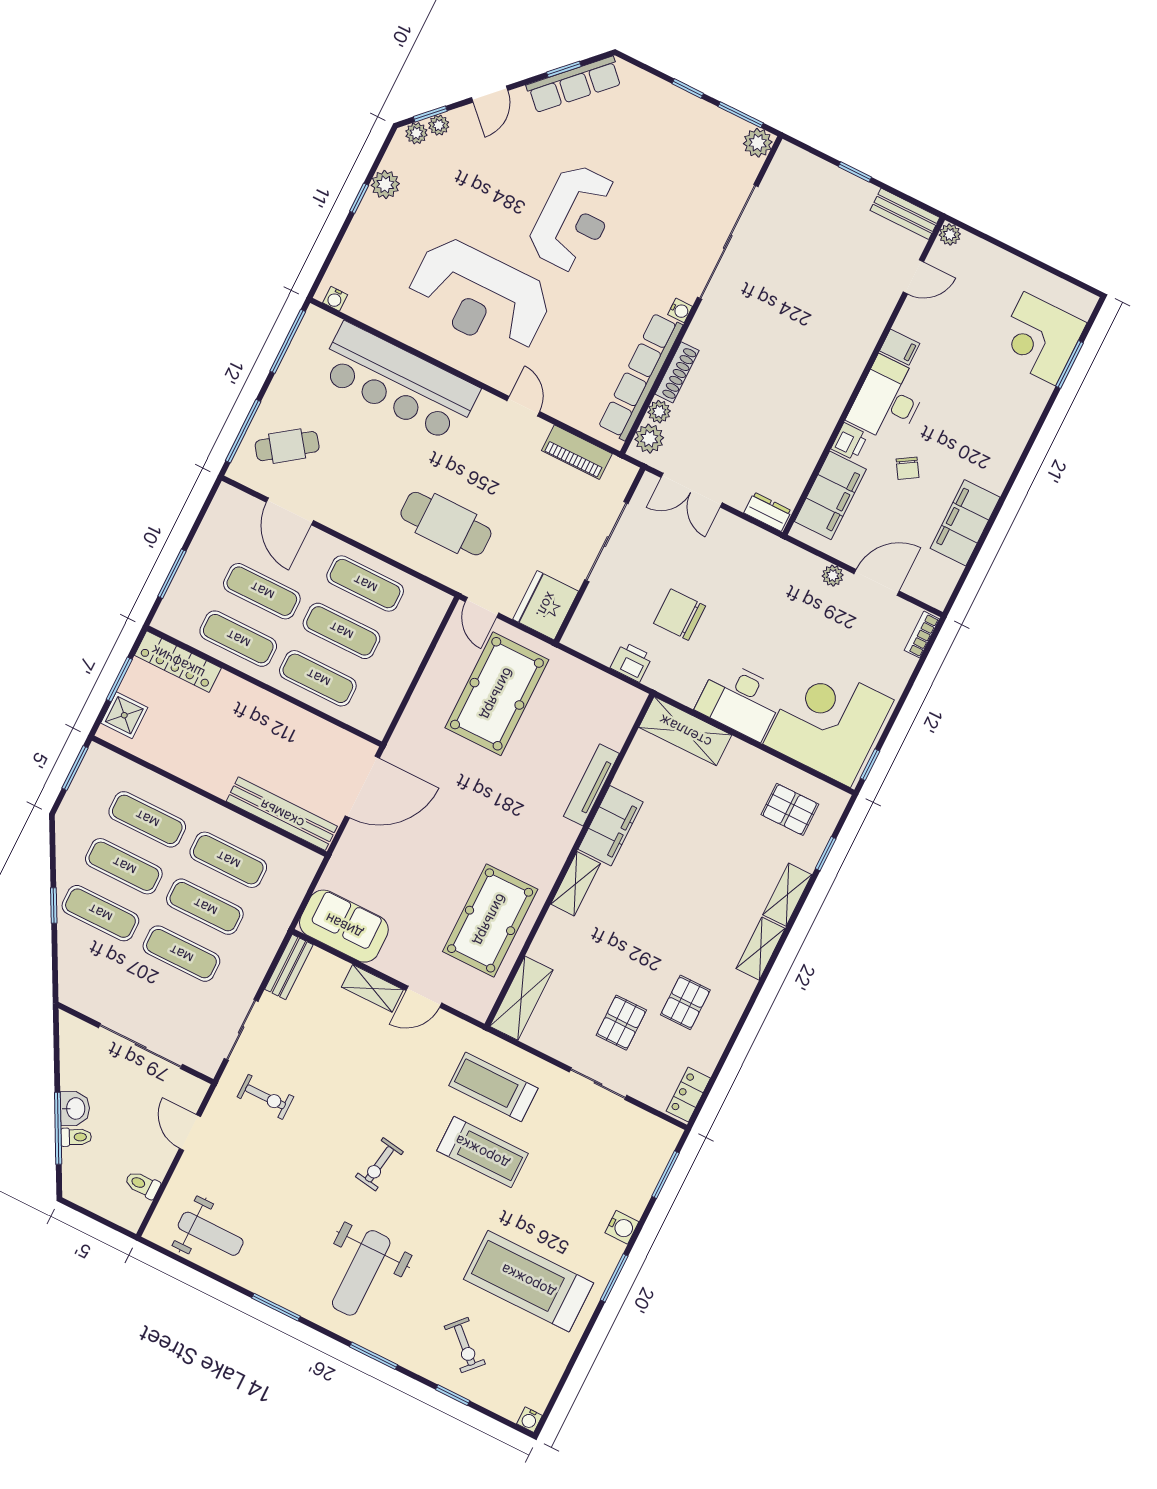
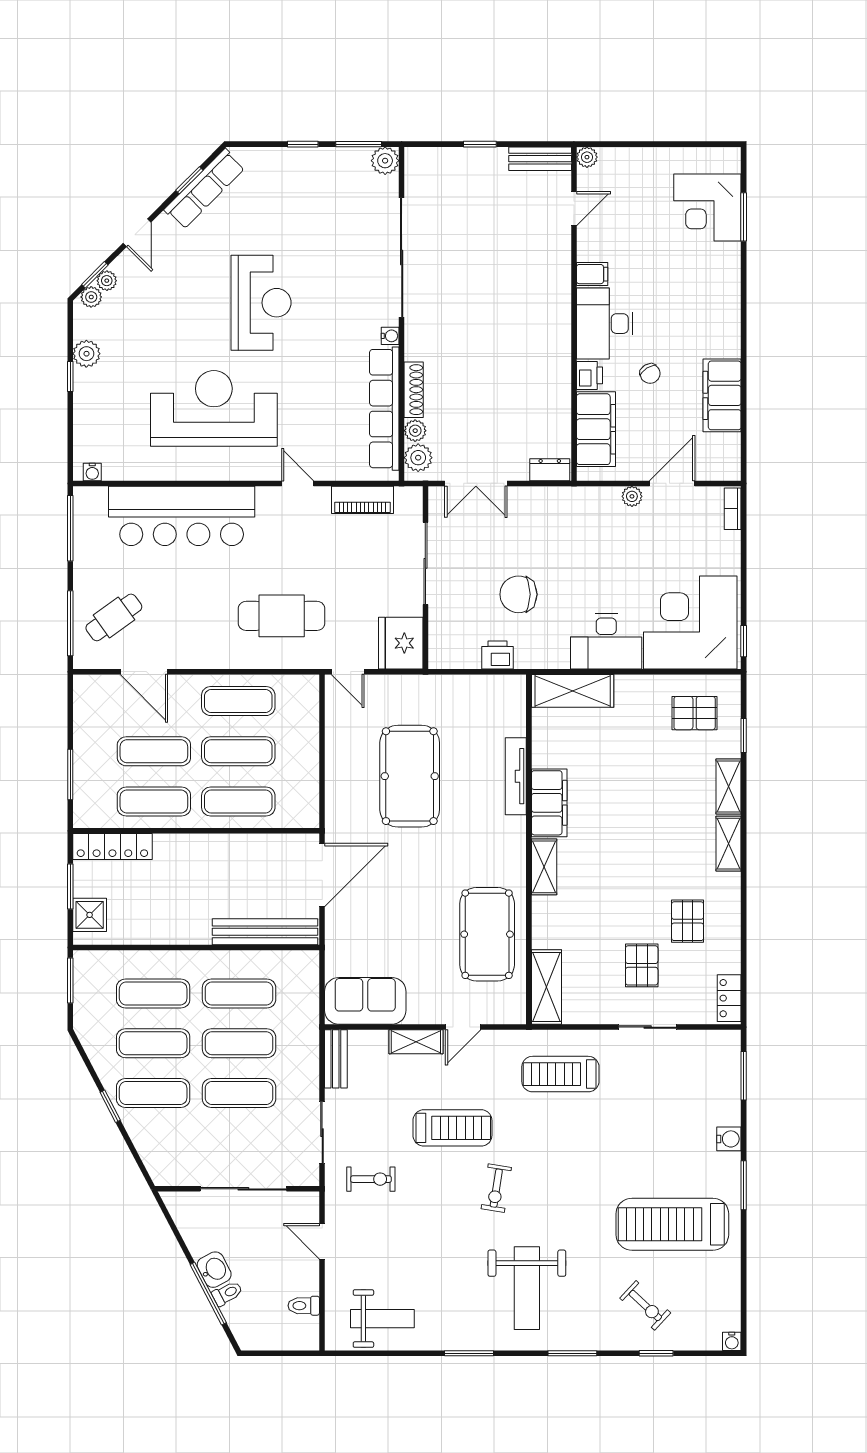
reception desk: (480, 296) -> (214, 408), turned 180
pool table: (497, 694) -> (410, 776), moved
treadmill: (482, 1152) -> (452, 1128), moved

